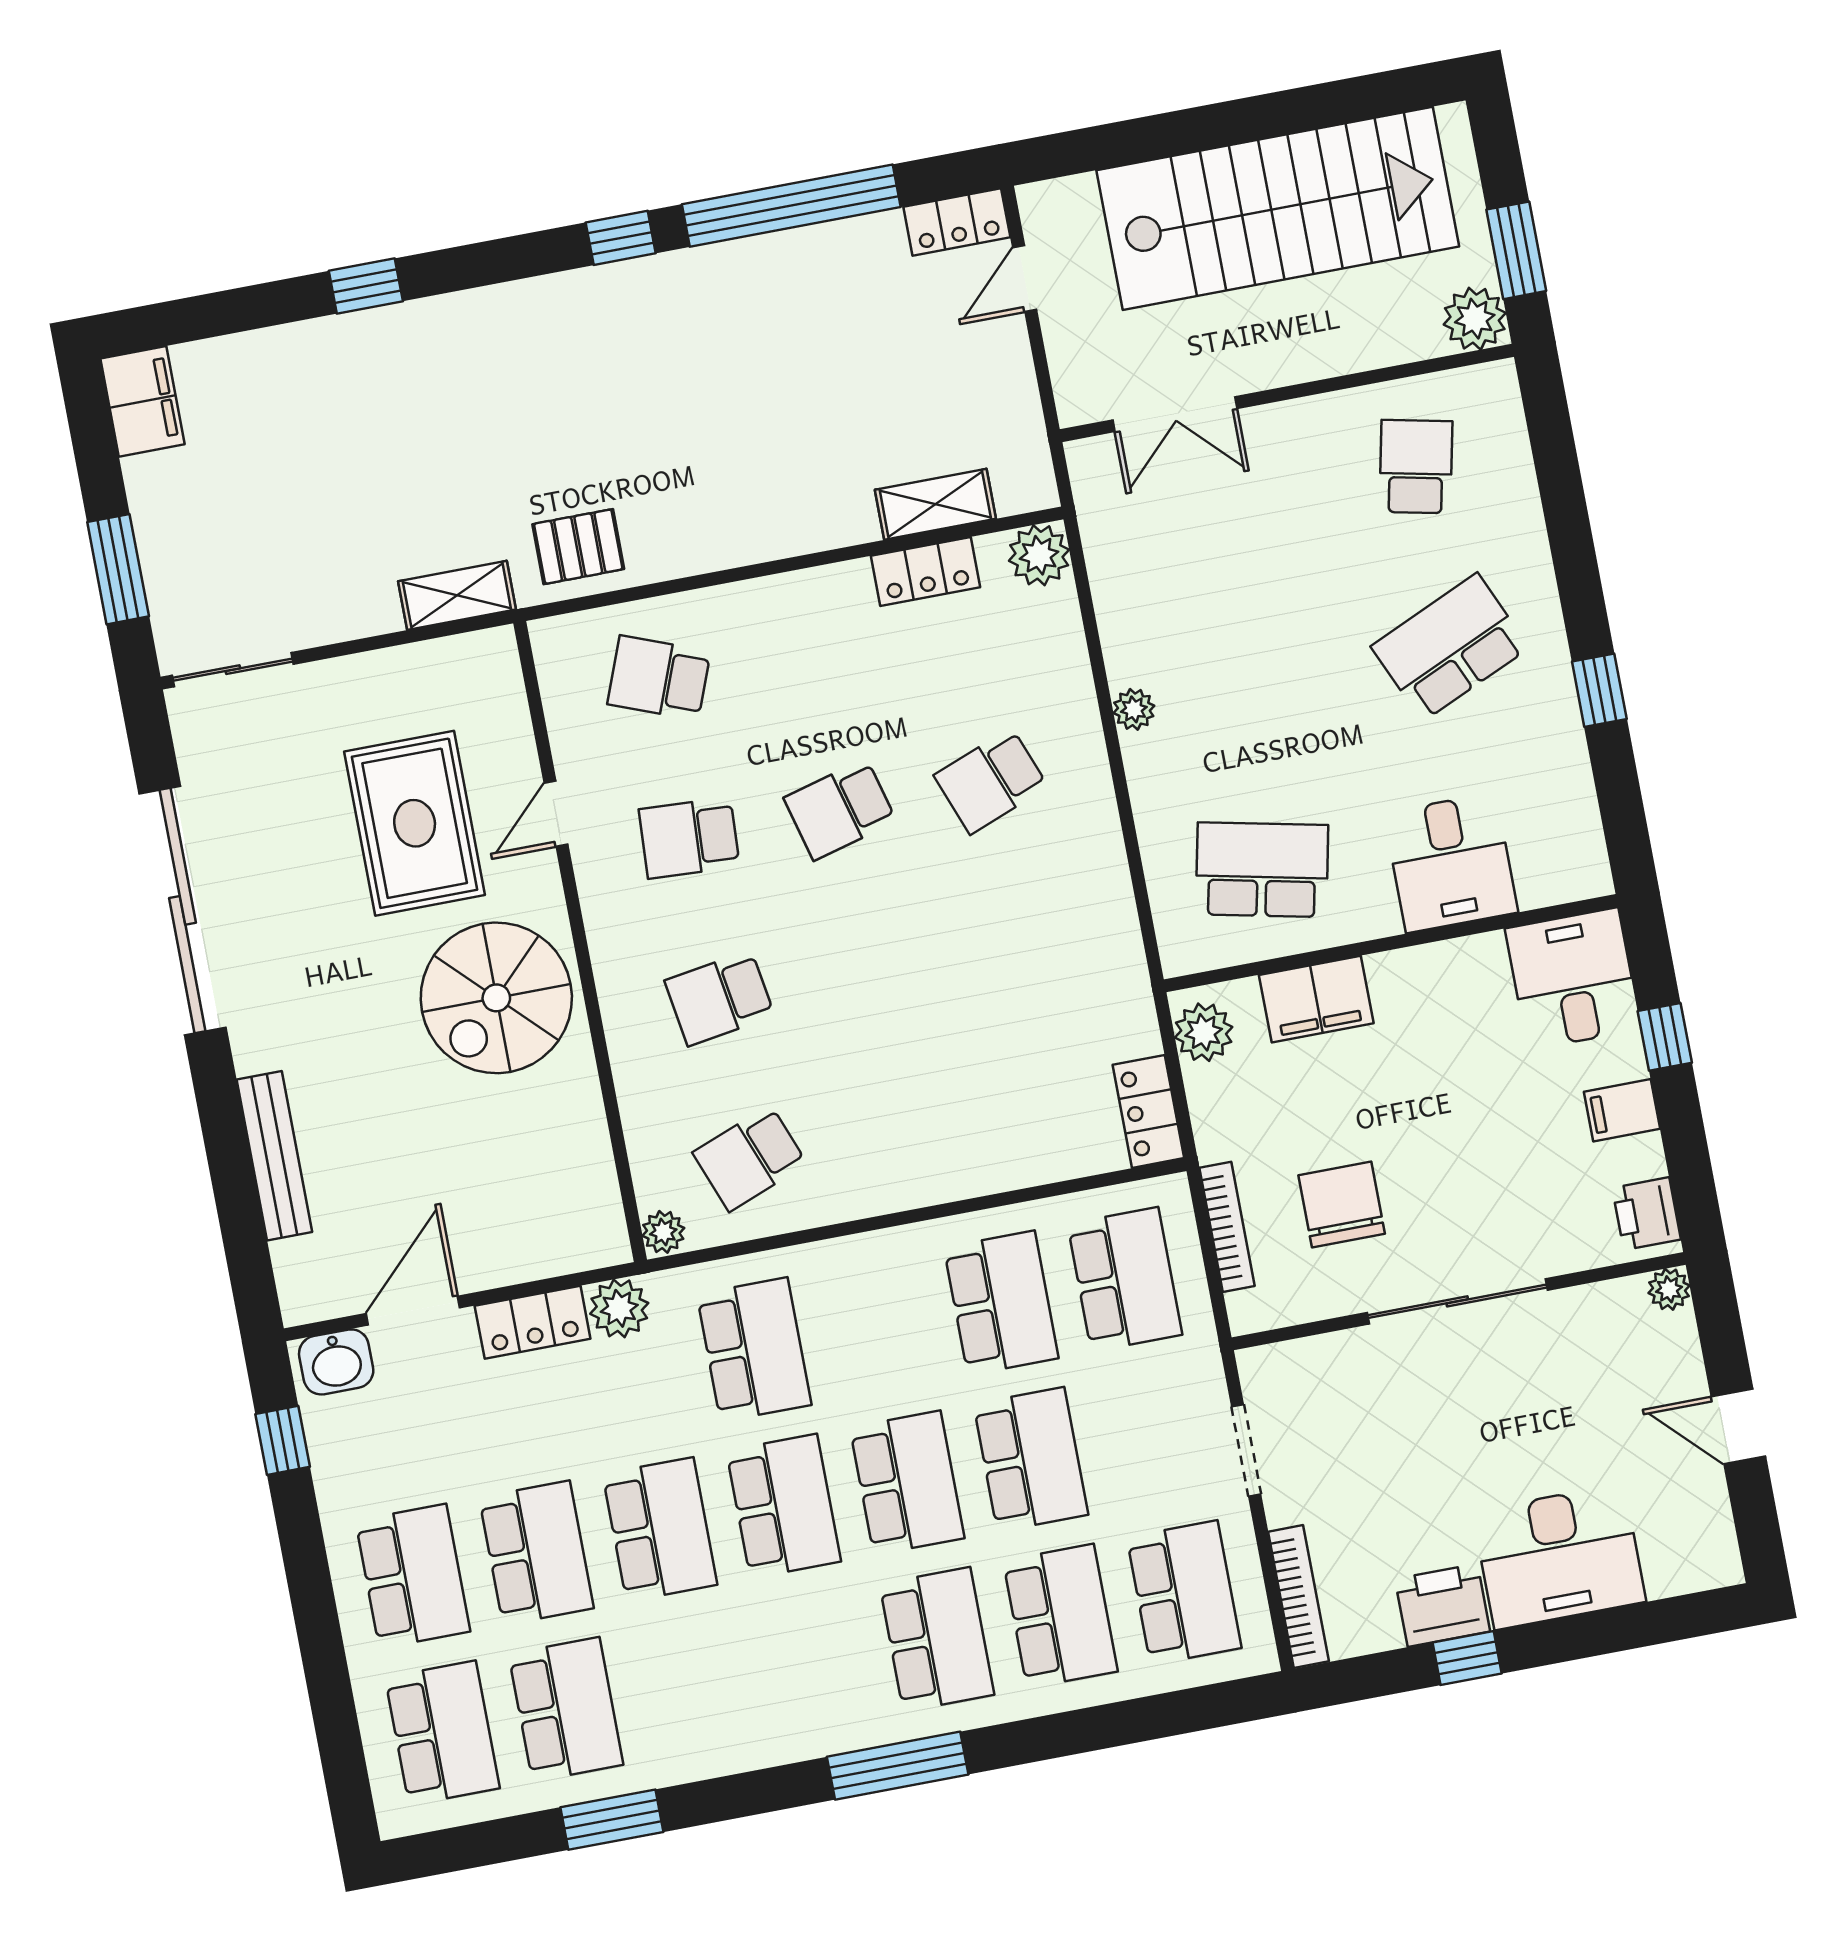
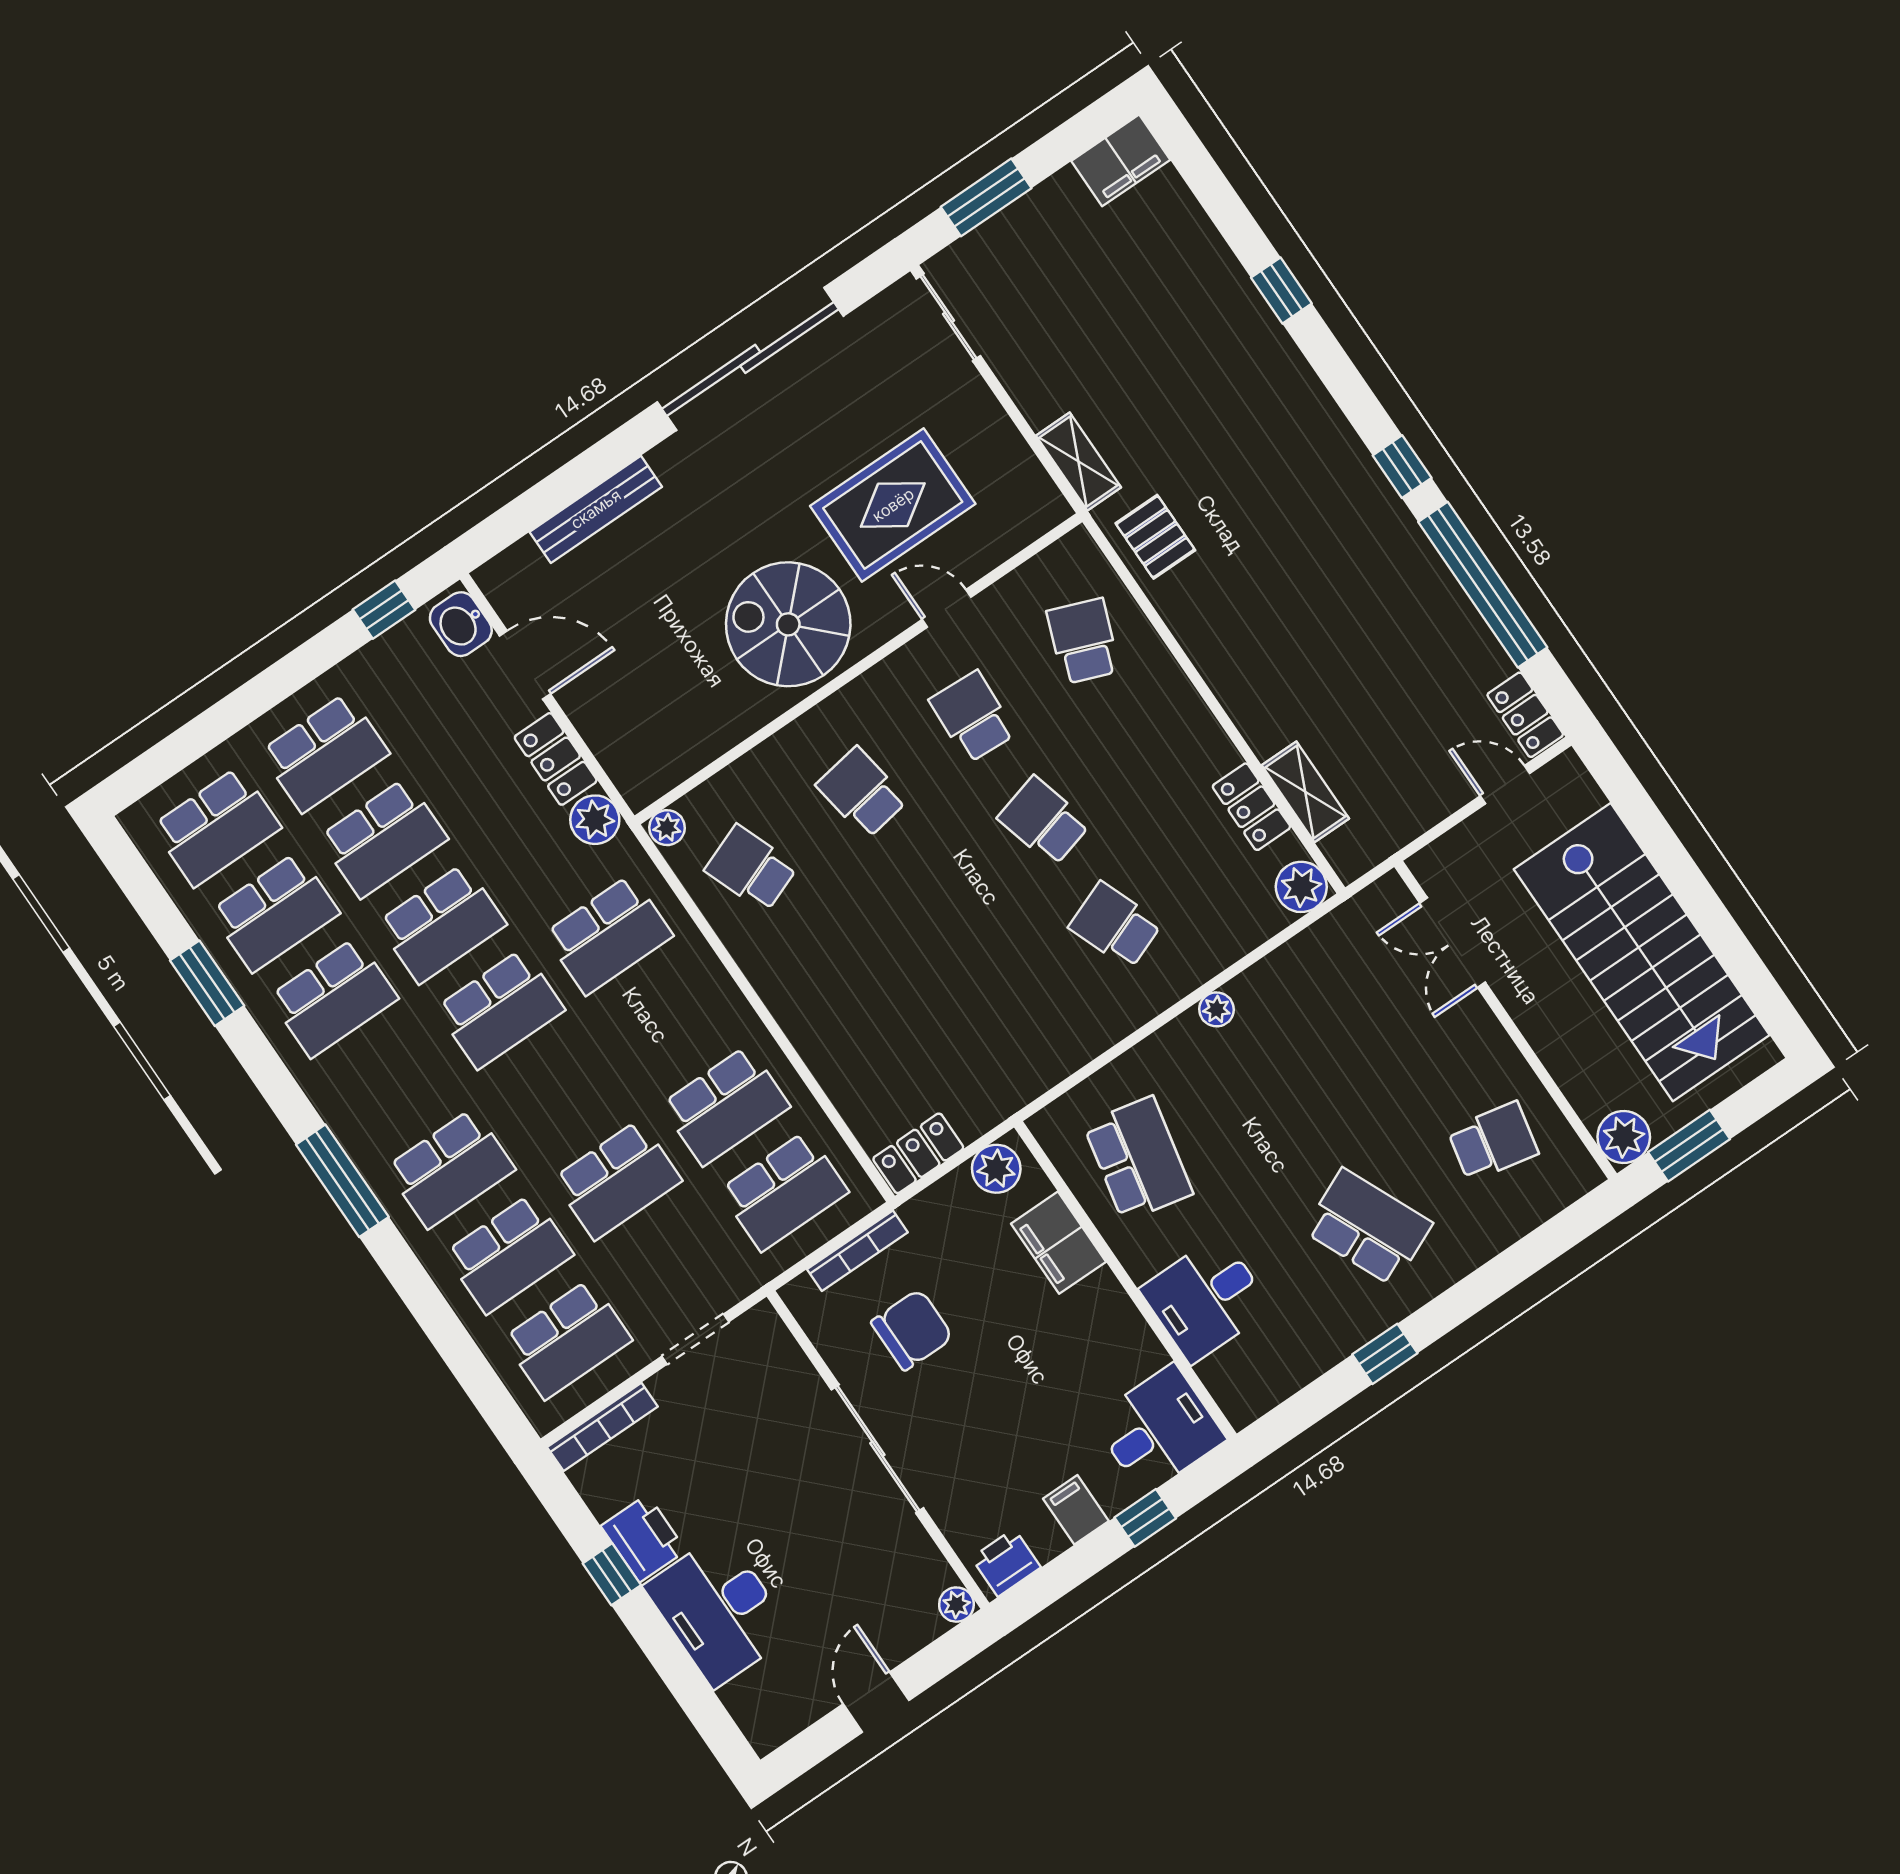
school desk: (907, 1483) -> (333, 998), moved

